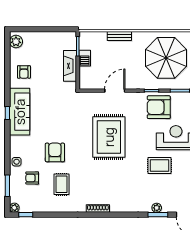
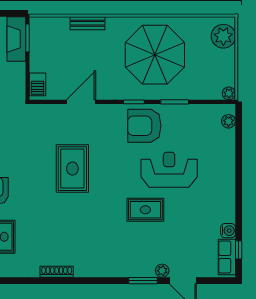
barbecue: (85, 58) -> (38, 84), moved
fireplace: (70, 66) -> (16, 39), moved
rug: (109, 137) -> (72, 169), width x0.73, depth x0.69
plant: (157, 208) -> (162, 271), moved

